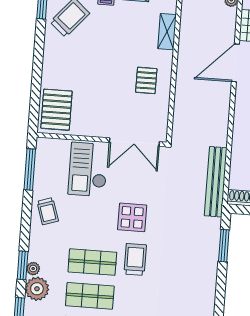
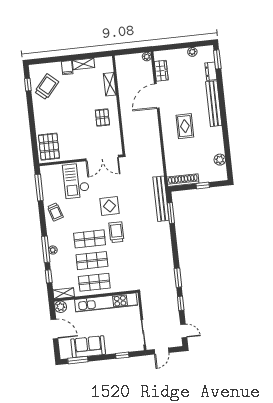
bench: (216, 182) -> (161, 199), moved
window: (23, 265) -> (46, 249), width x1.44
plant: (37, 289) -> (58, 262), removed

